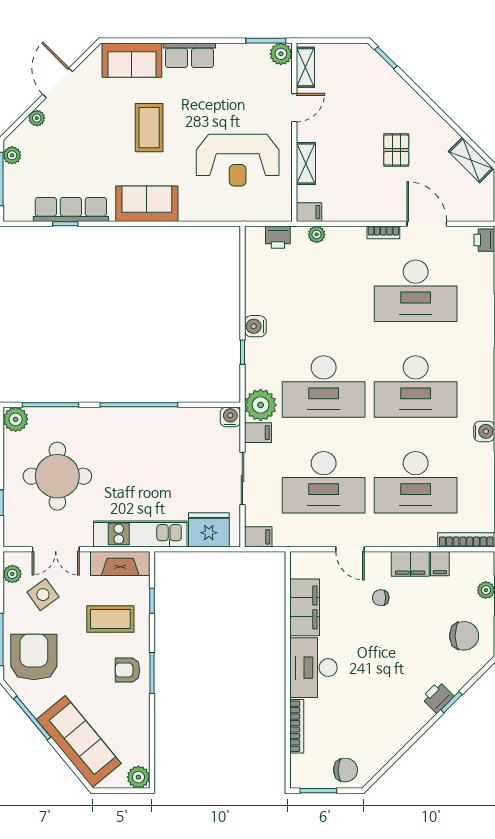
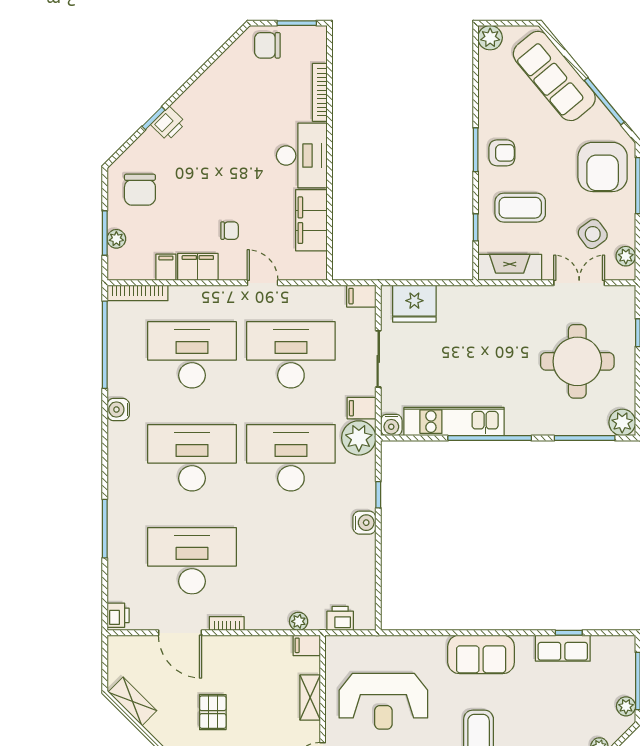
reception desk: (238, 160) -> (383, 701), turned 180
row of seats: (71, 209) -> (563, 648), width x0.68
kitchen unit: (140, 534) -> (454, 422), moved, turned 180
chair: (464, 636) -> (140, 190), turned -90

